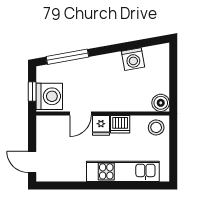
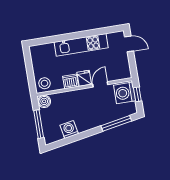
window: (173, 73) -> (39, 124), added
kitchen unit: (123, 171) -> (81, 45), moved

